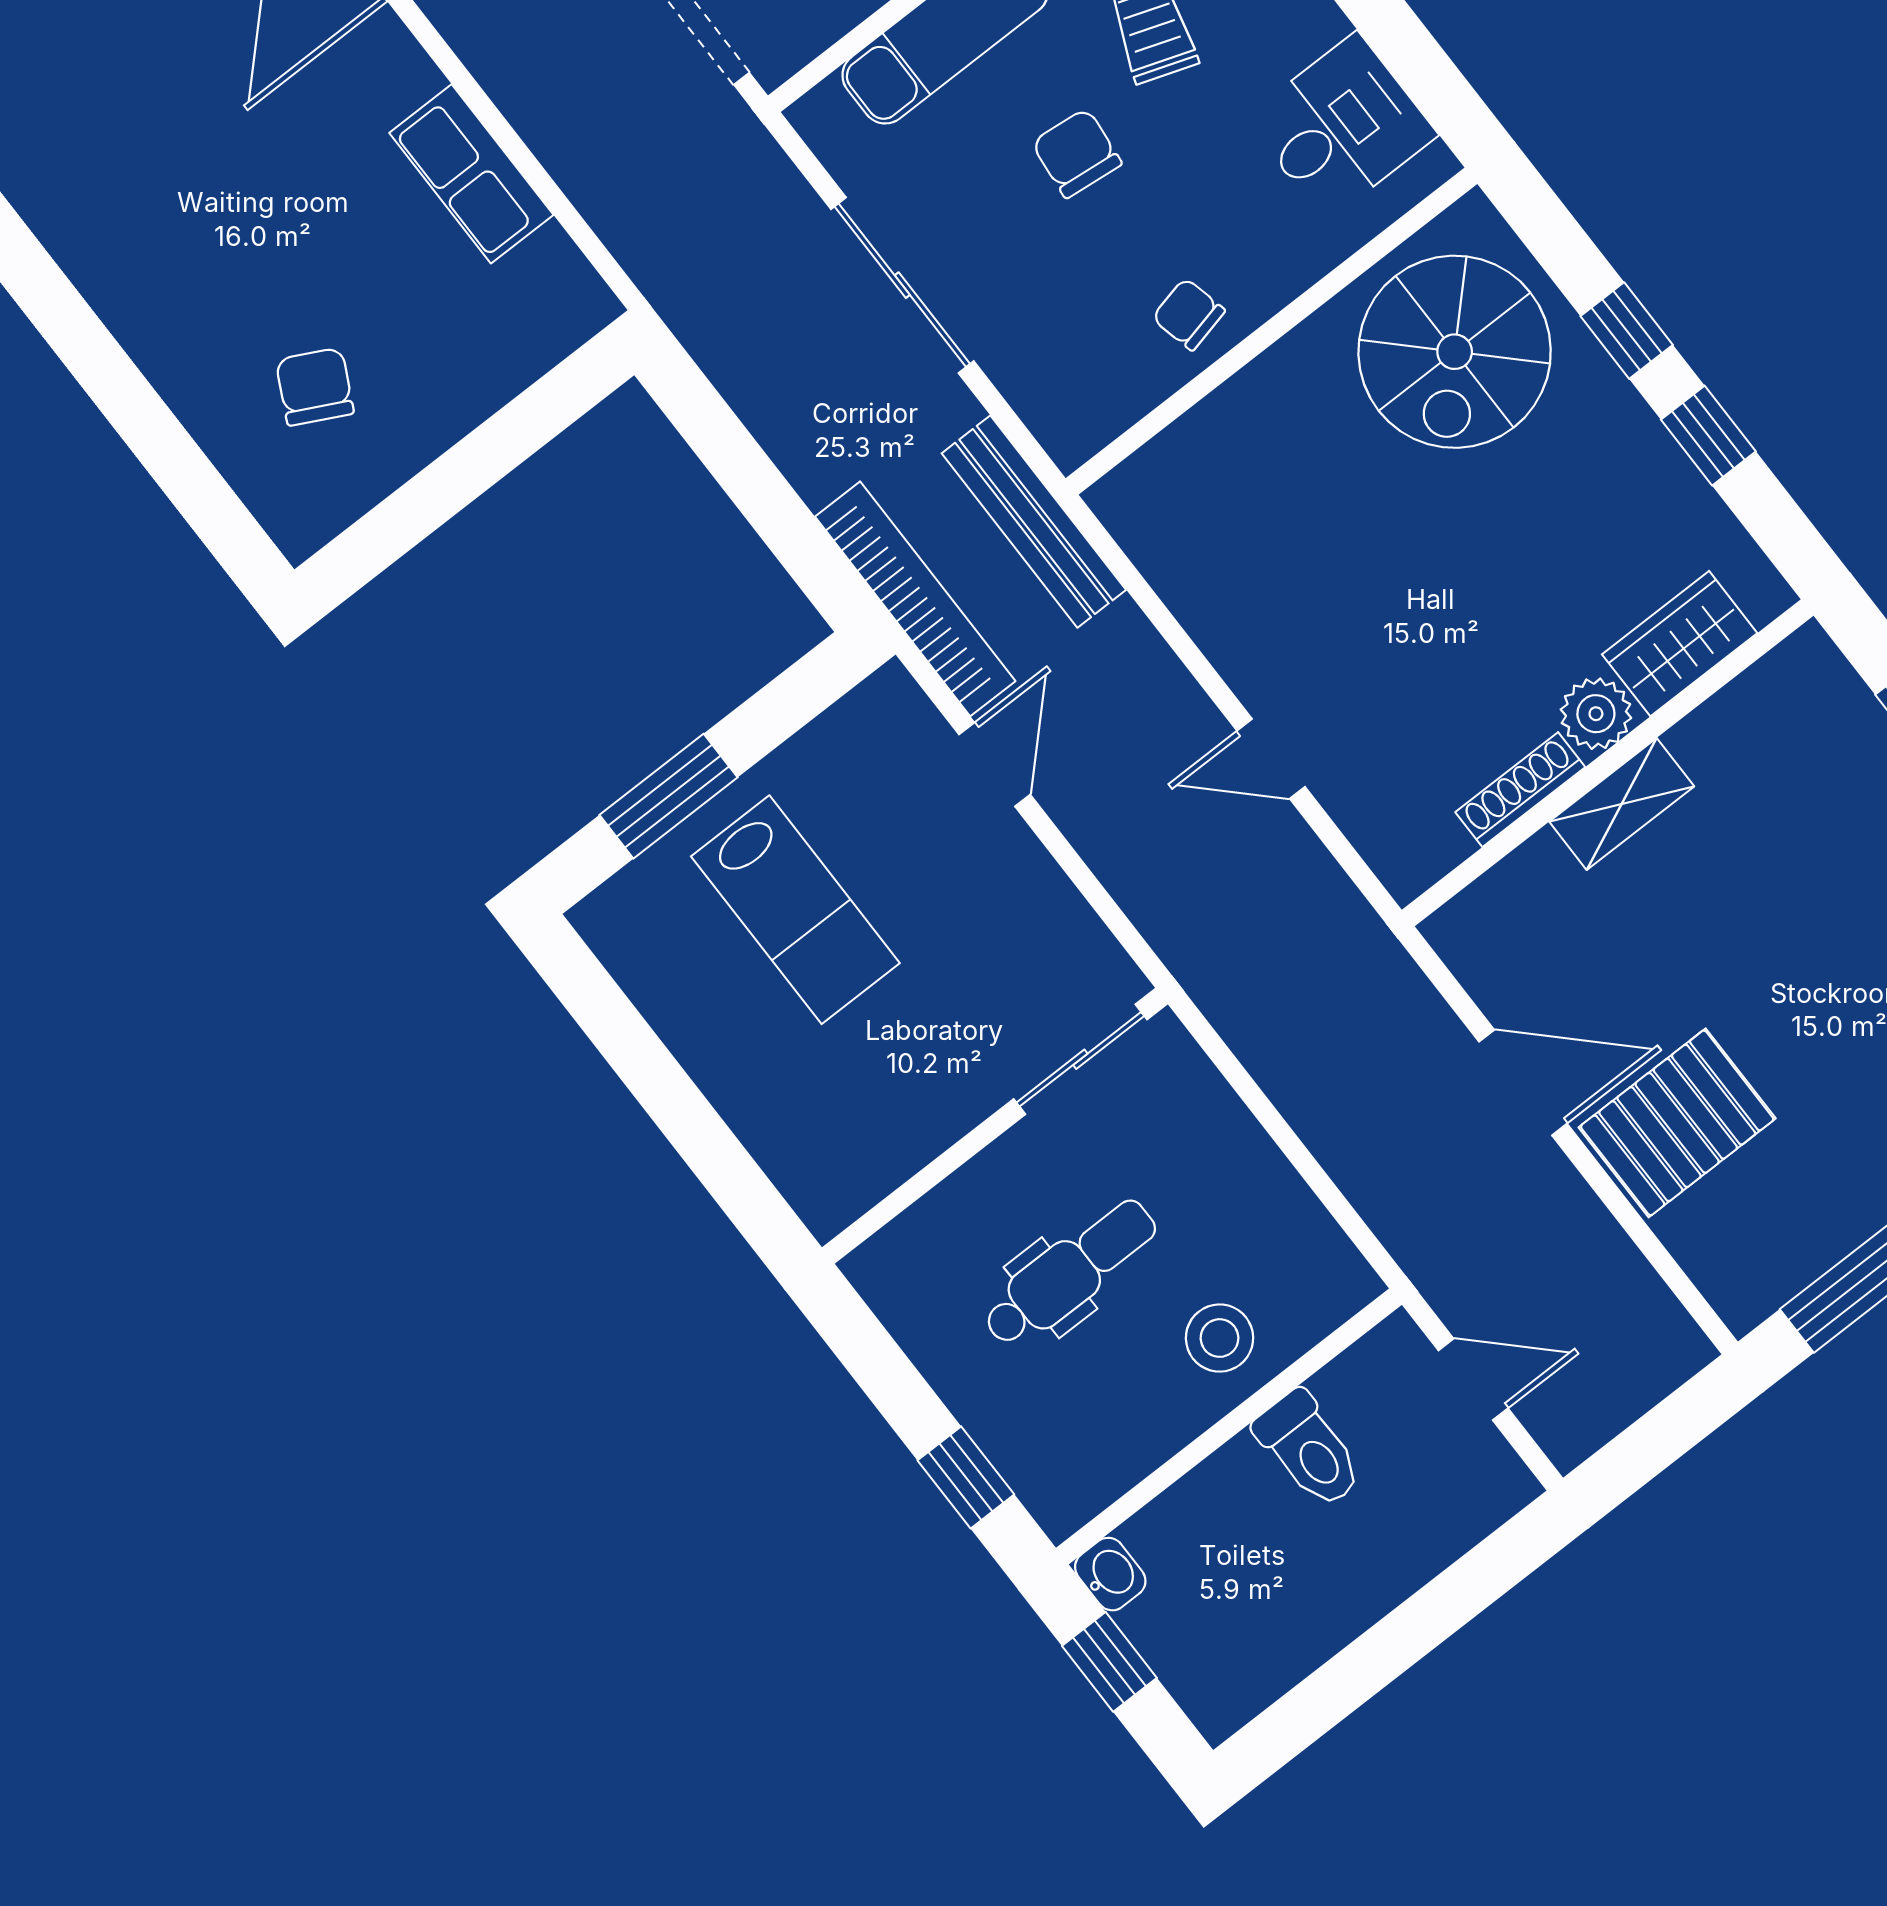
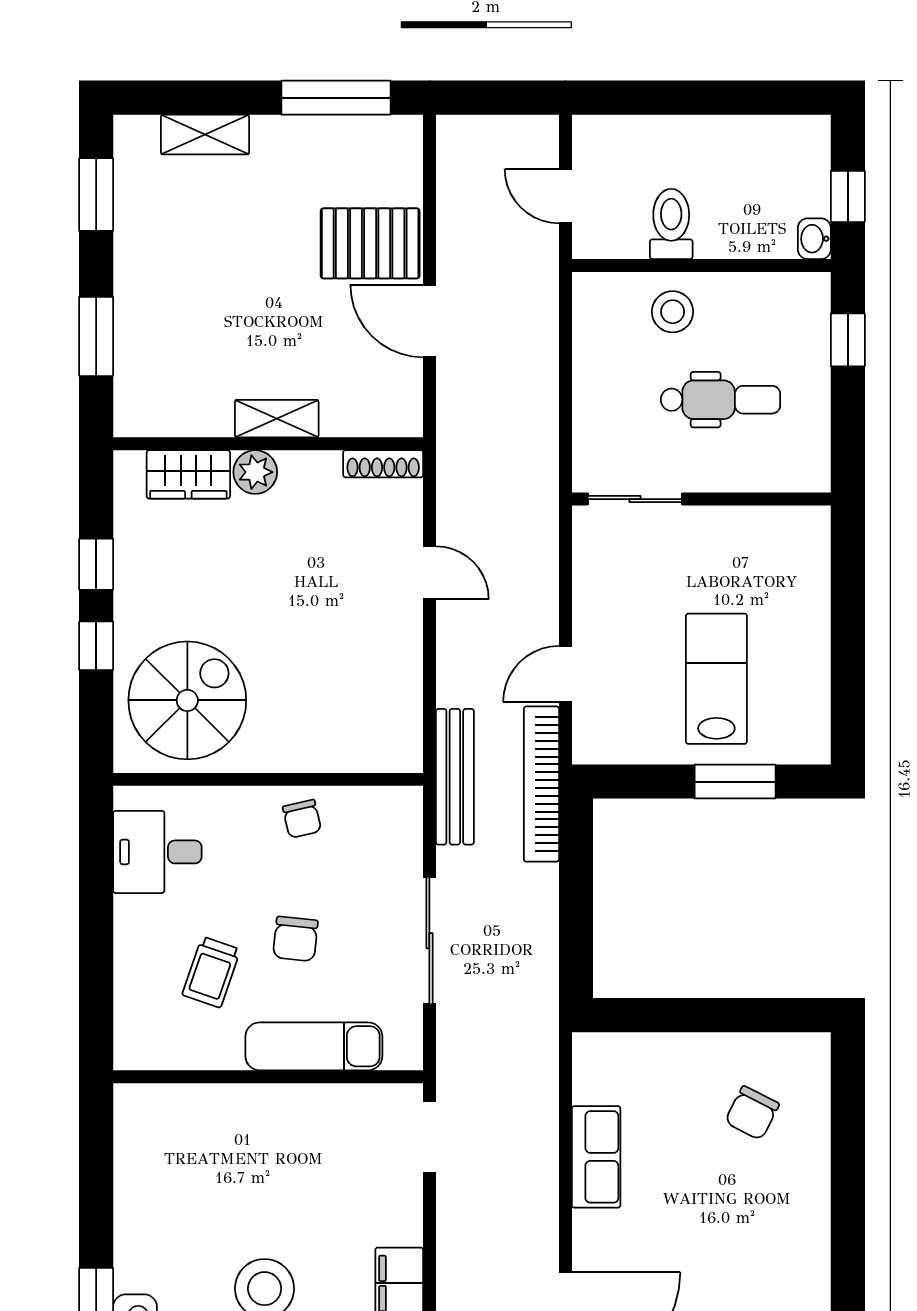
shoe rack: (1520, 790) -> (383, 464), moved
dental chair: (1070, 1273) -> (721, 400), turned 180

